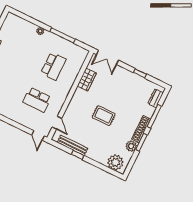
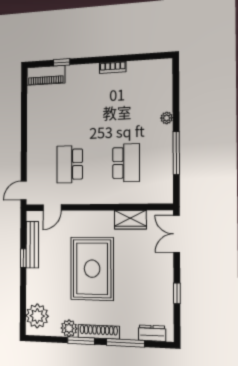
school desk: (53, 66) -> (126, 163), turned -90
rug: (104, 116) -> (92, 269), width x1.86, depth x2.06

